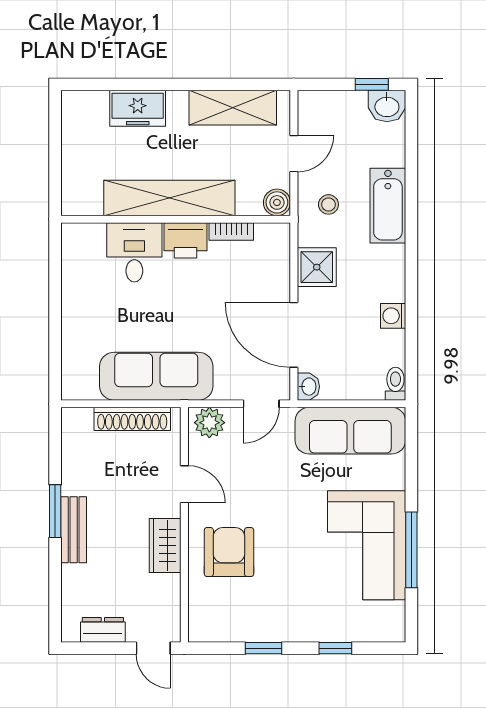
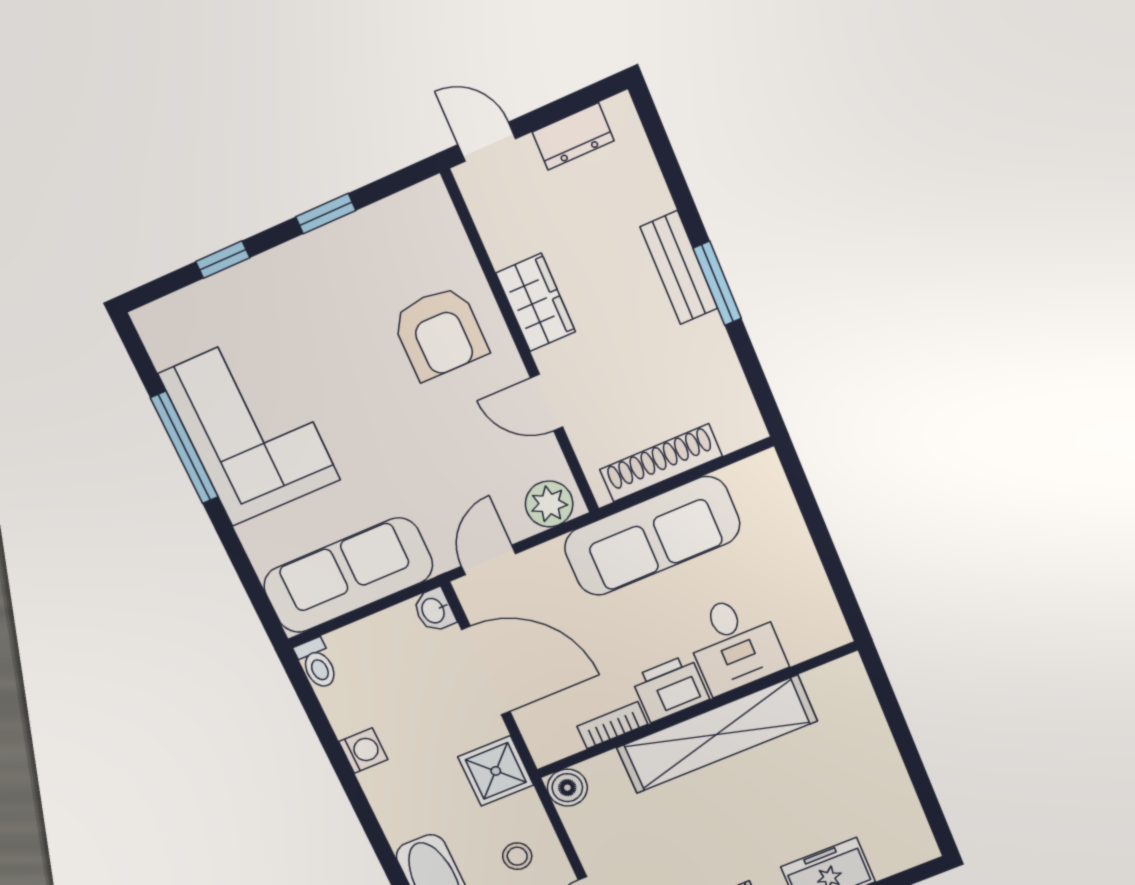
shelving: (169, 198) -> (717, 734), moved
boiler: (277, 202) -> (567, 788), moved
wall: (176, 219) -> (696, 710), moved
bookcase: (231, 232) -> (612, 725), moved
printer: (186, 240) -> (670, 688), moved
desk: (134, 252) -> (734, 644), moved

